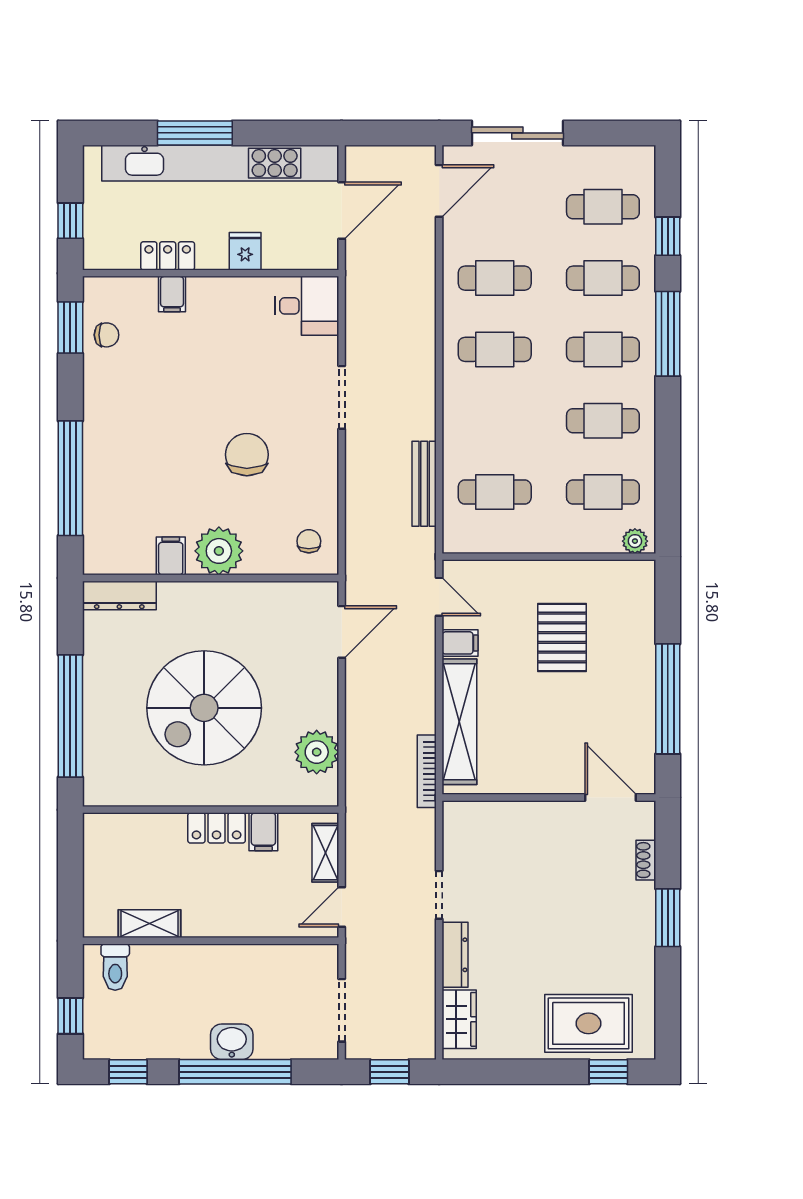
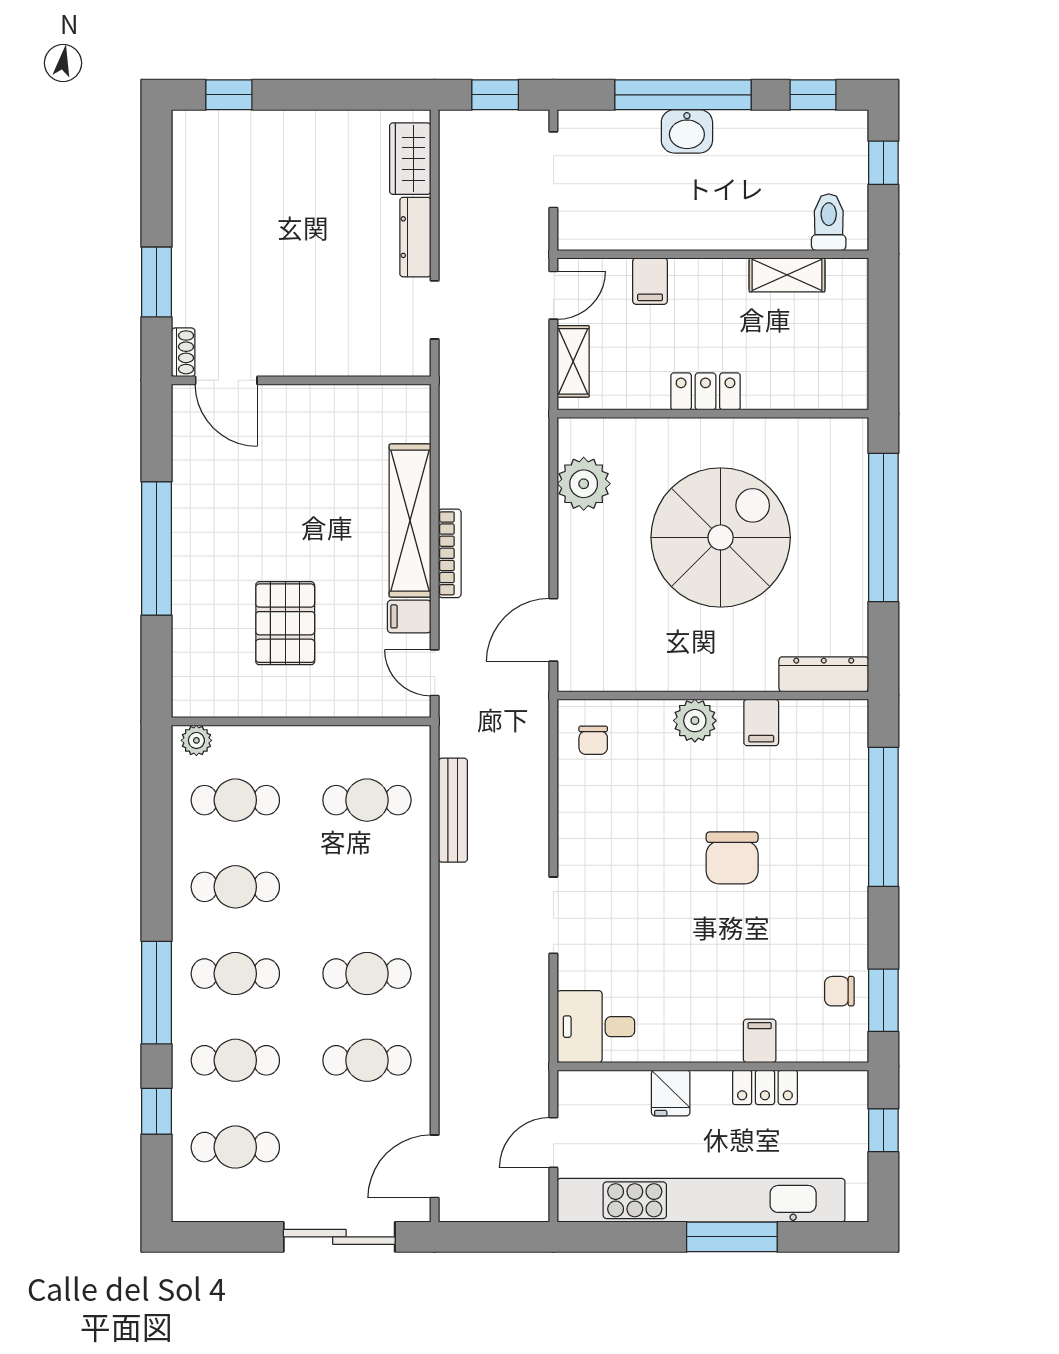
door: (342, 211) -> (553, 1143), width x0.73
chair: (247, 455) -> (732, 858), moved
plant: (219, 551) -> (695, 721), width x0.73, depth x0.73
bookcase: (427, 771) -> (450, 553), moved
wall: (549, 797) -> (301, 380), moved
door: (610, 797) -> (226, 380), moved
filing cabinet: (263, 832) -> (650, 281), moved, turned 180
rug: (588, 1023) -> (253, 154), removed

